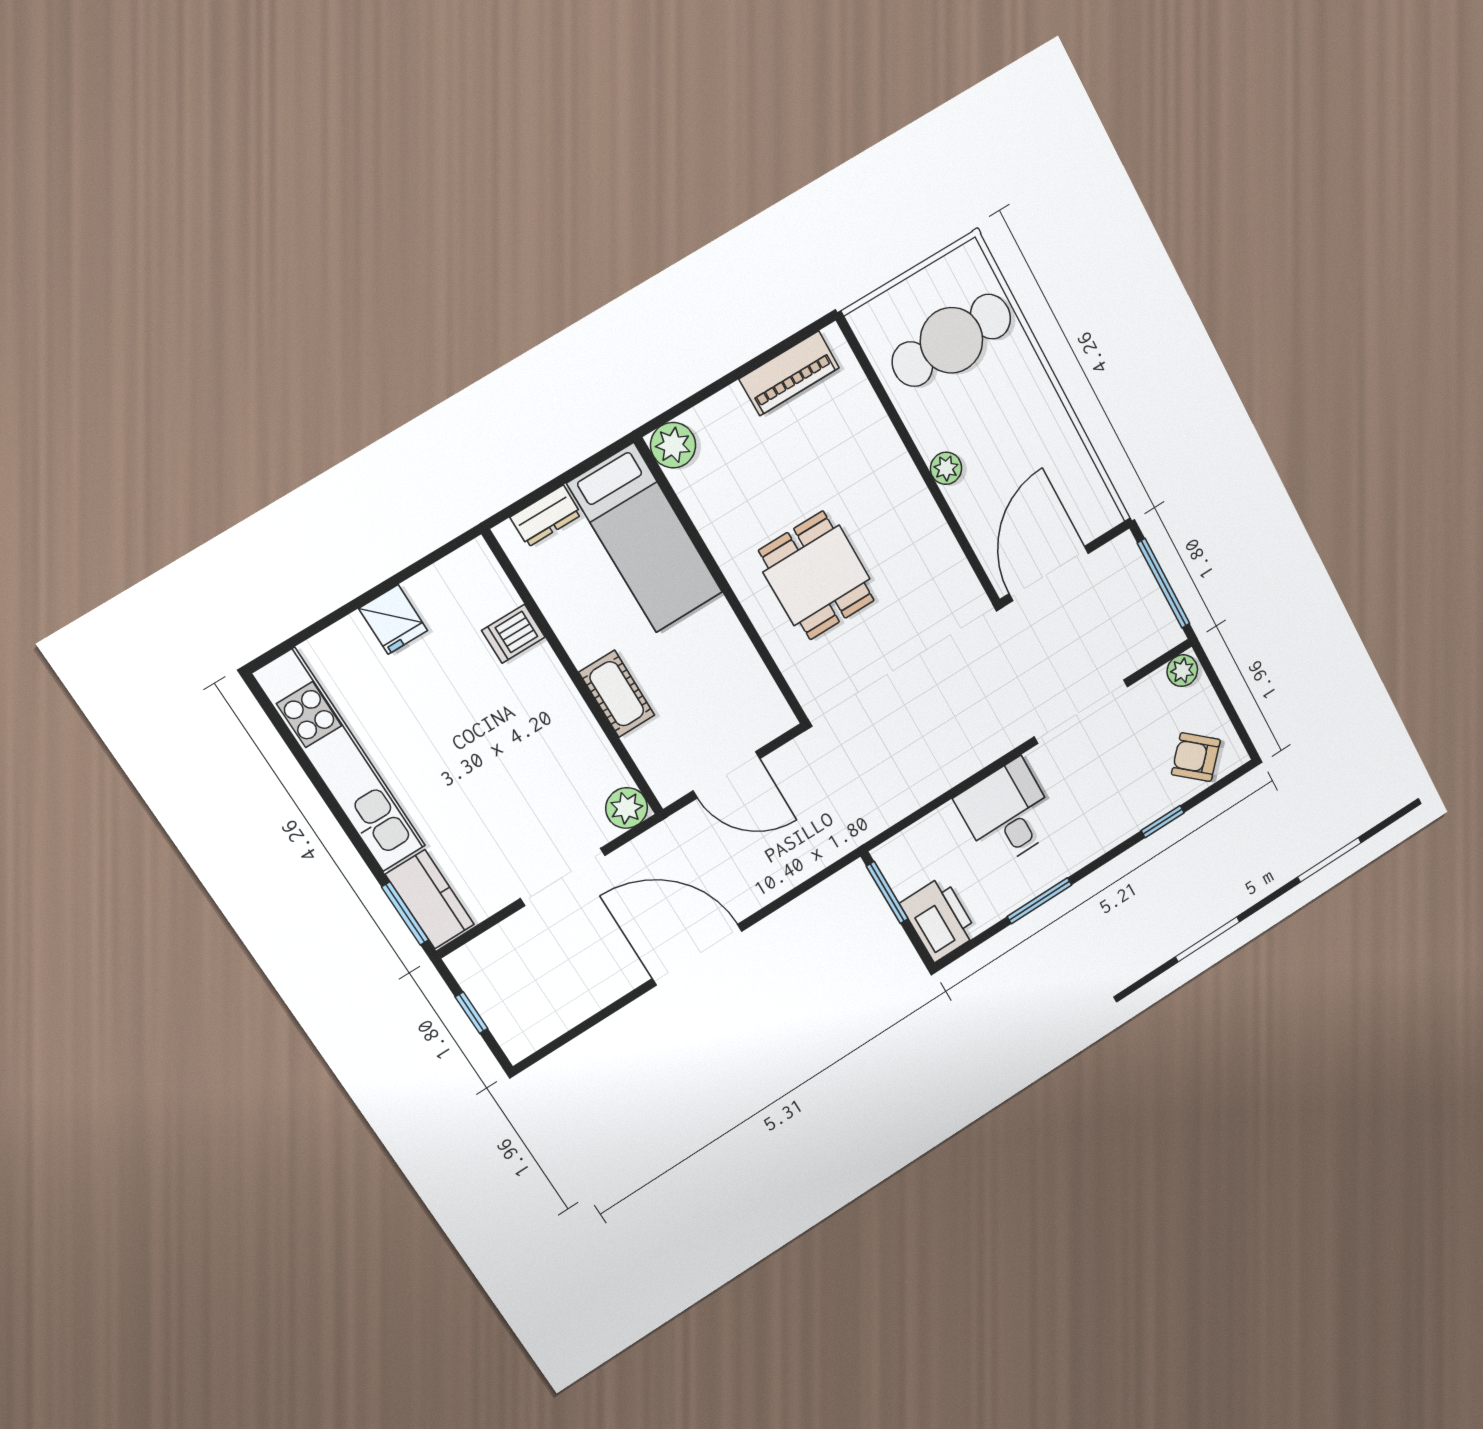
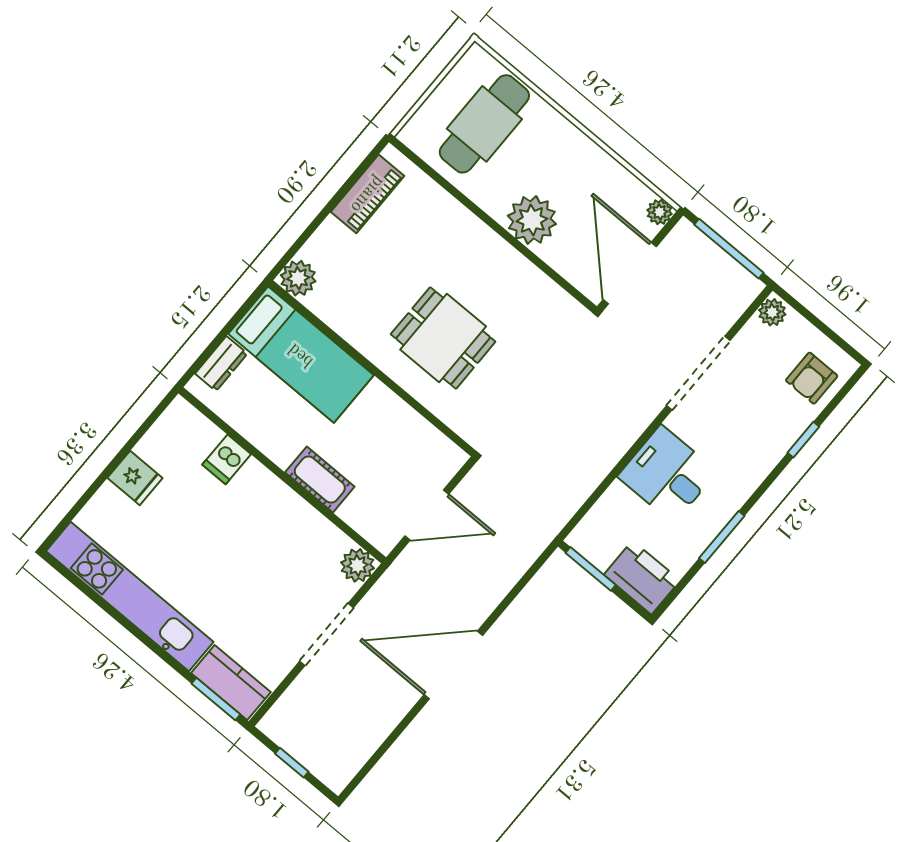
plant: (946, 468) -> (532, 220), width x1.87, depth x1.87
plant: (1106, 515) -> (660, 212), added
armchair: (1196, 757) -> (812, 378), turned -42

